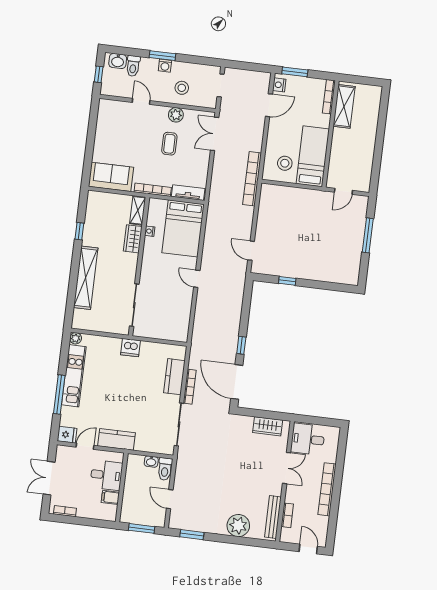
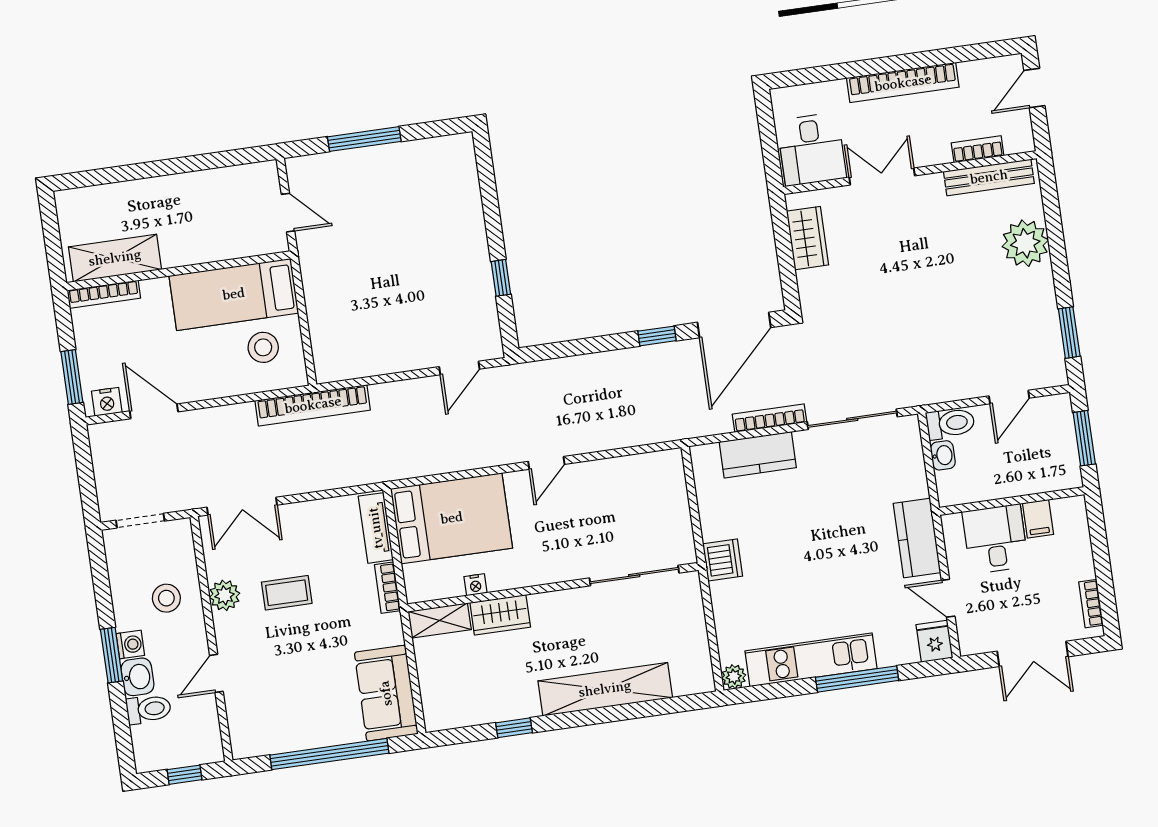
washbasin: (118, 61) -> (137, 677), moved
window: (90, 143) -> (329, 754), added
bookcase: (153, 190) -> (387, 588), width x0.64

